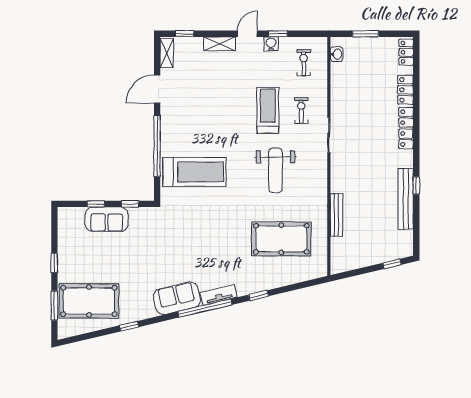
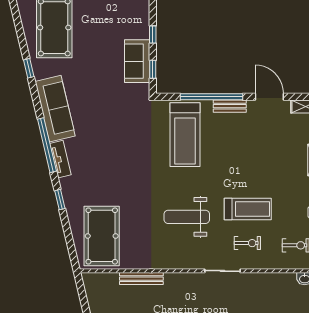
bench: (166, 128) -> (230, 106), added
sofa: (107, 219) -> (137, 61), moved
pool table: (281, 239) -> (102, 236), moved
sofa: (177, 298) -> (55, 109), width x1.36

